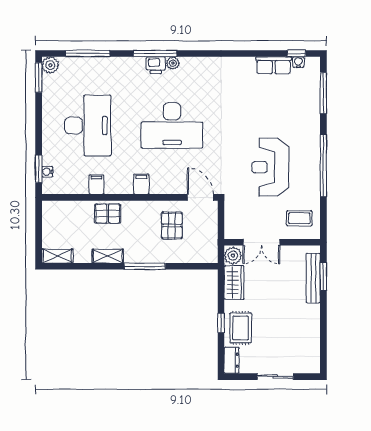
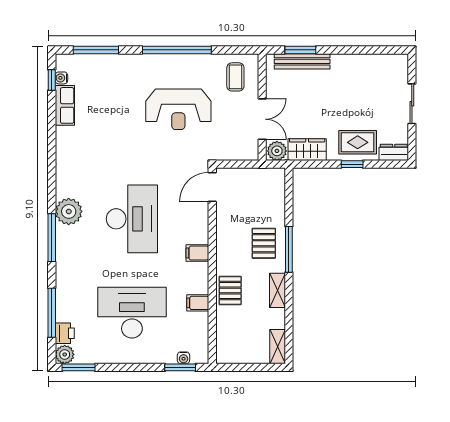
plant: (173, 63) -> (69, 211), width x1.88, depth x1.88
printer: (156, 65) -> (65, 333), moved
pallet: (172, 226) -> (264, 243), moved, turned 90

